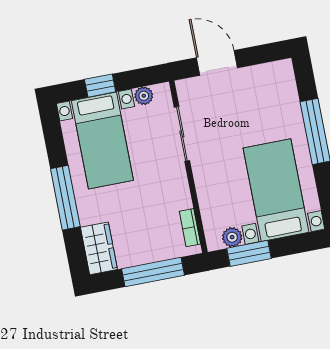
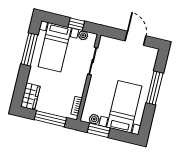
door: (217, 63) -> (135, 38), moved
window: (100, 86) -> (76, 24), moved
window: (65, 198) -> (29, 49), moved

